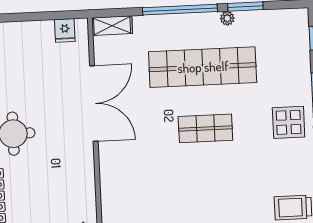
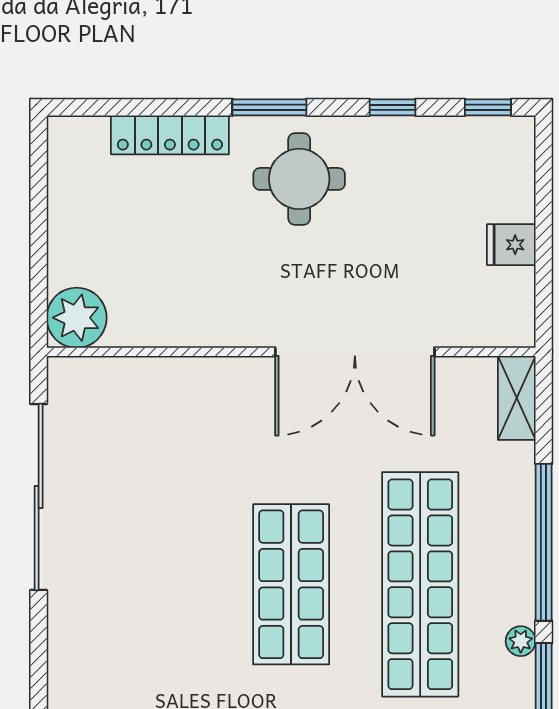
fridge: (65, 30) -> (511, 245), moved
shop shelf: (205, 128) -> (291, 584), width x1.43, depth x1.36

